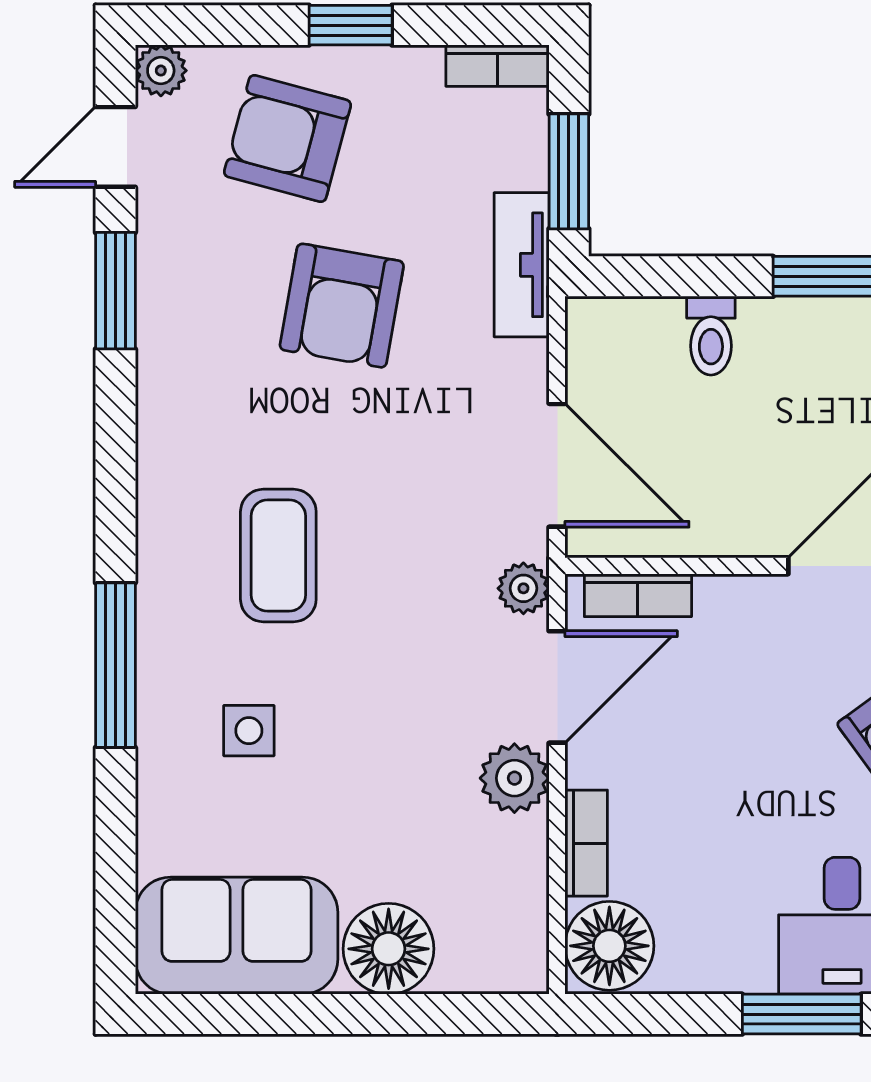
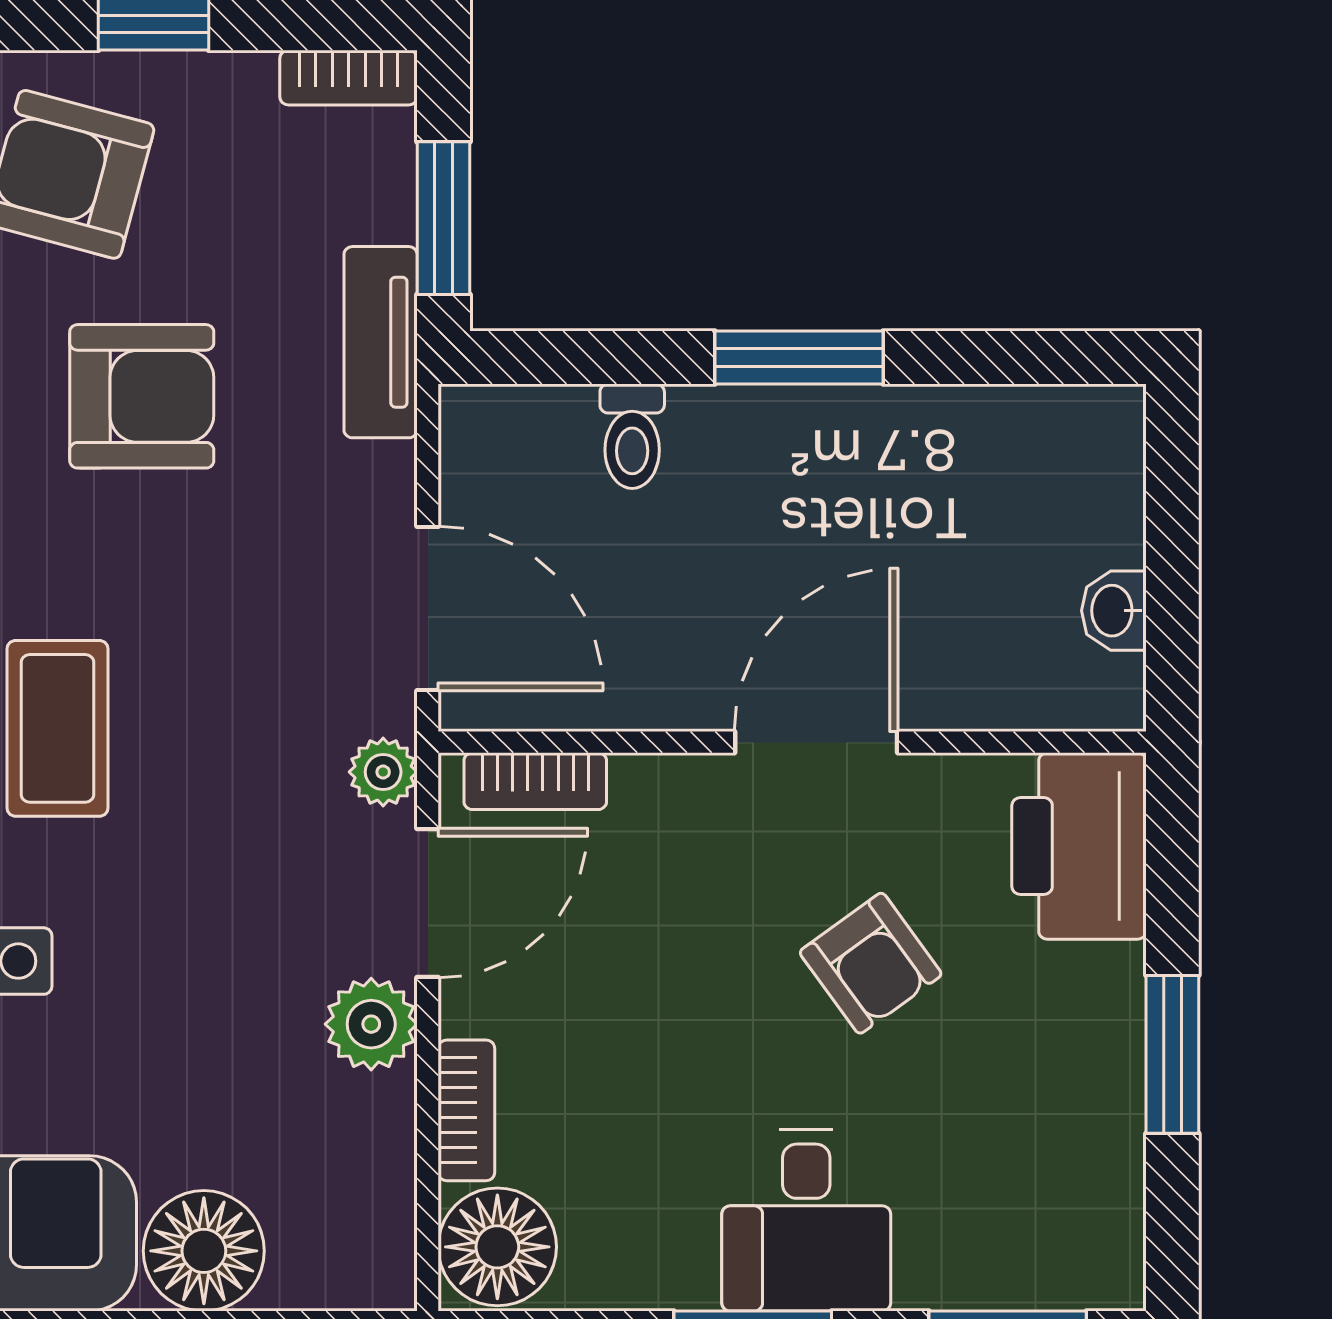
armchair: (342, 306) -> (142, 396), turned -100

